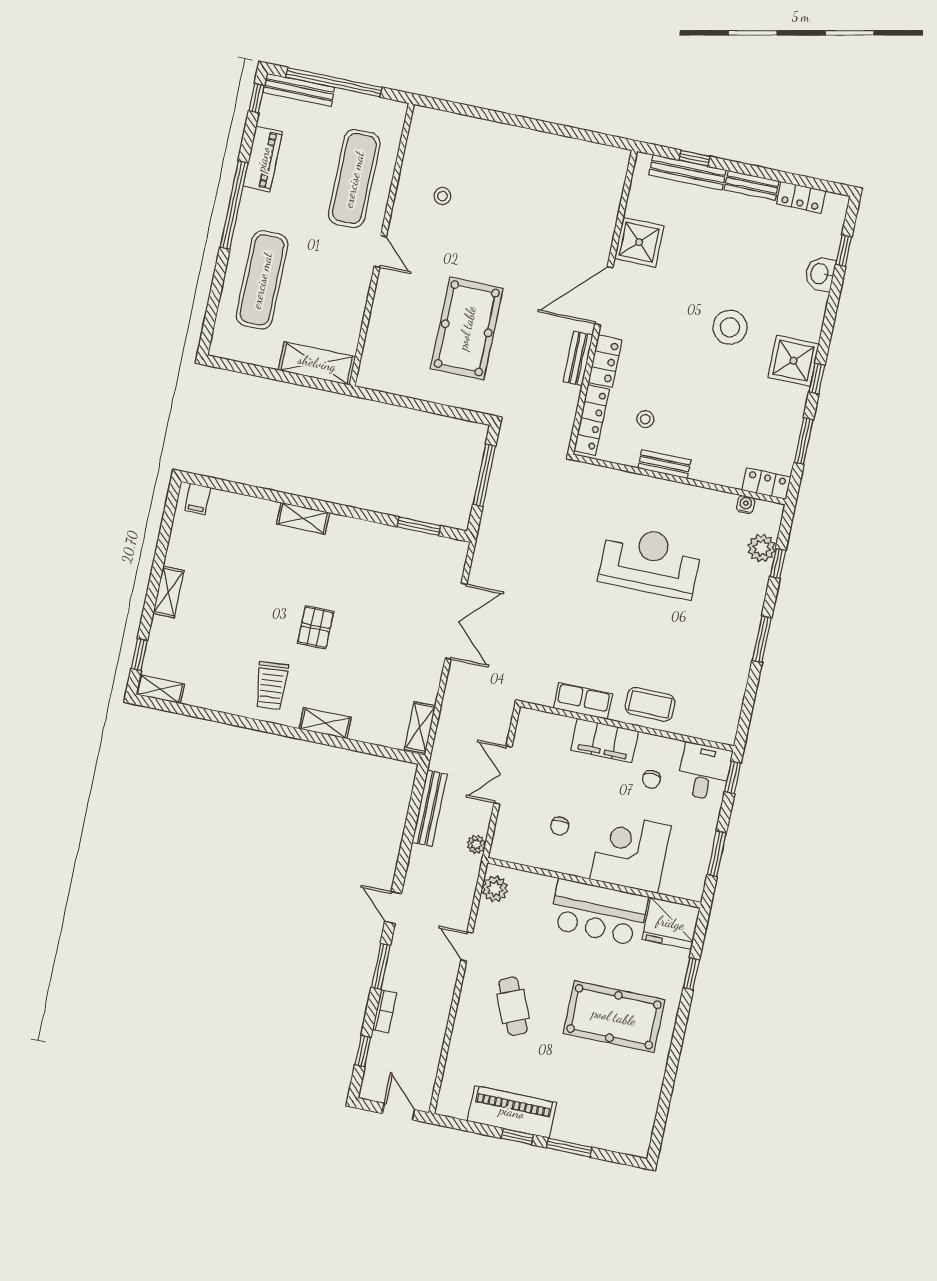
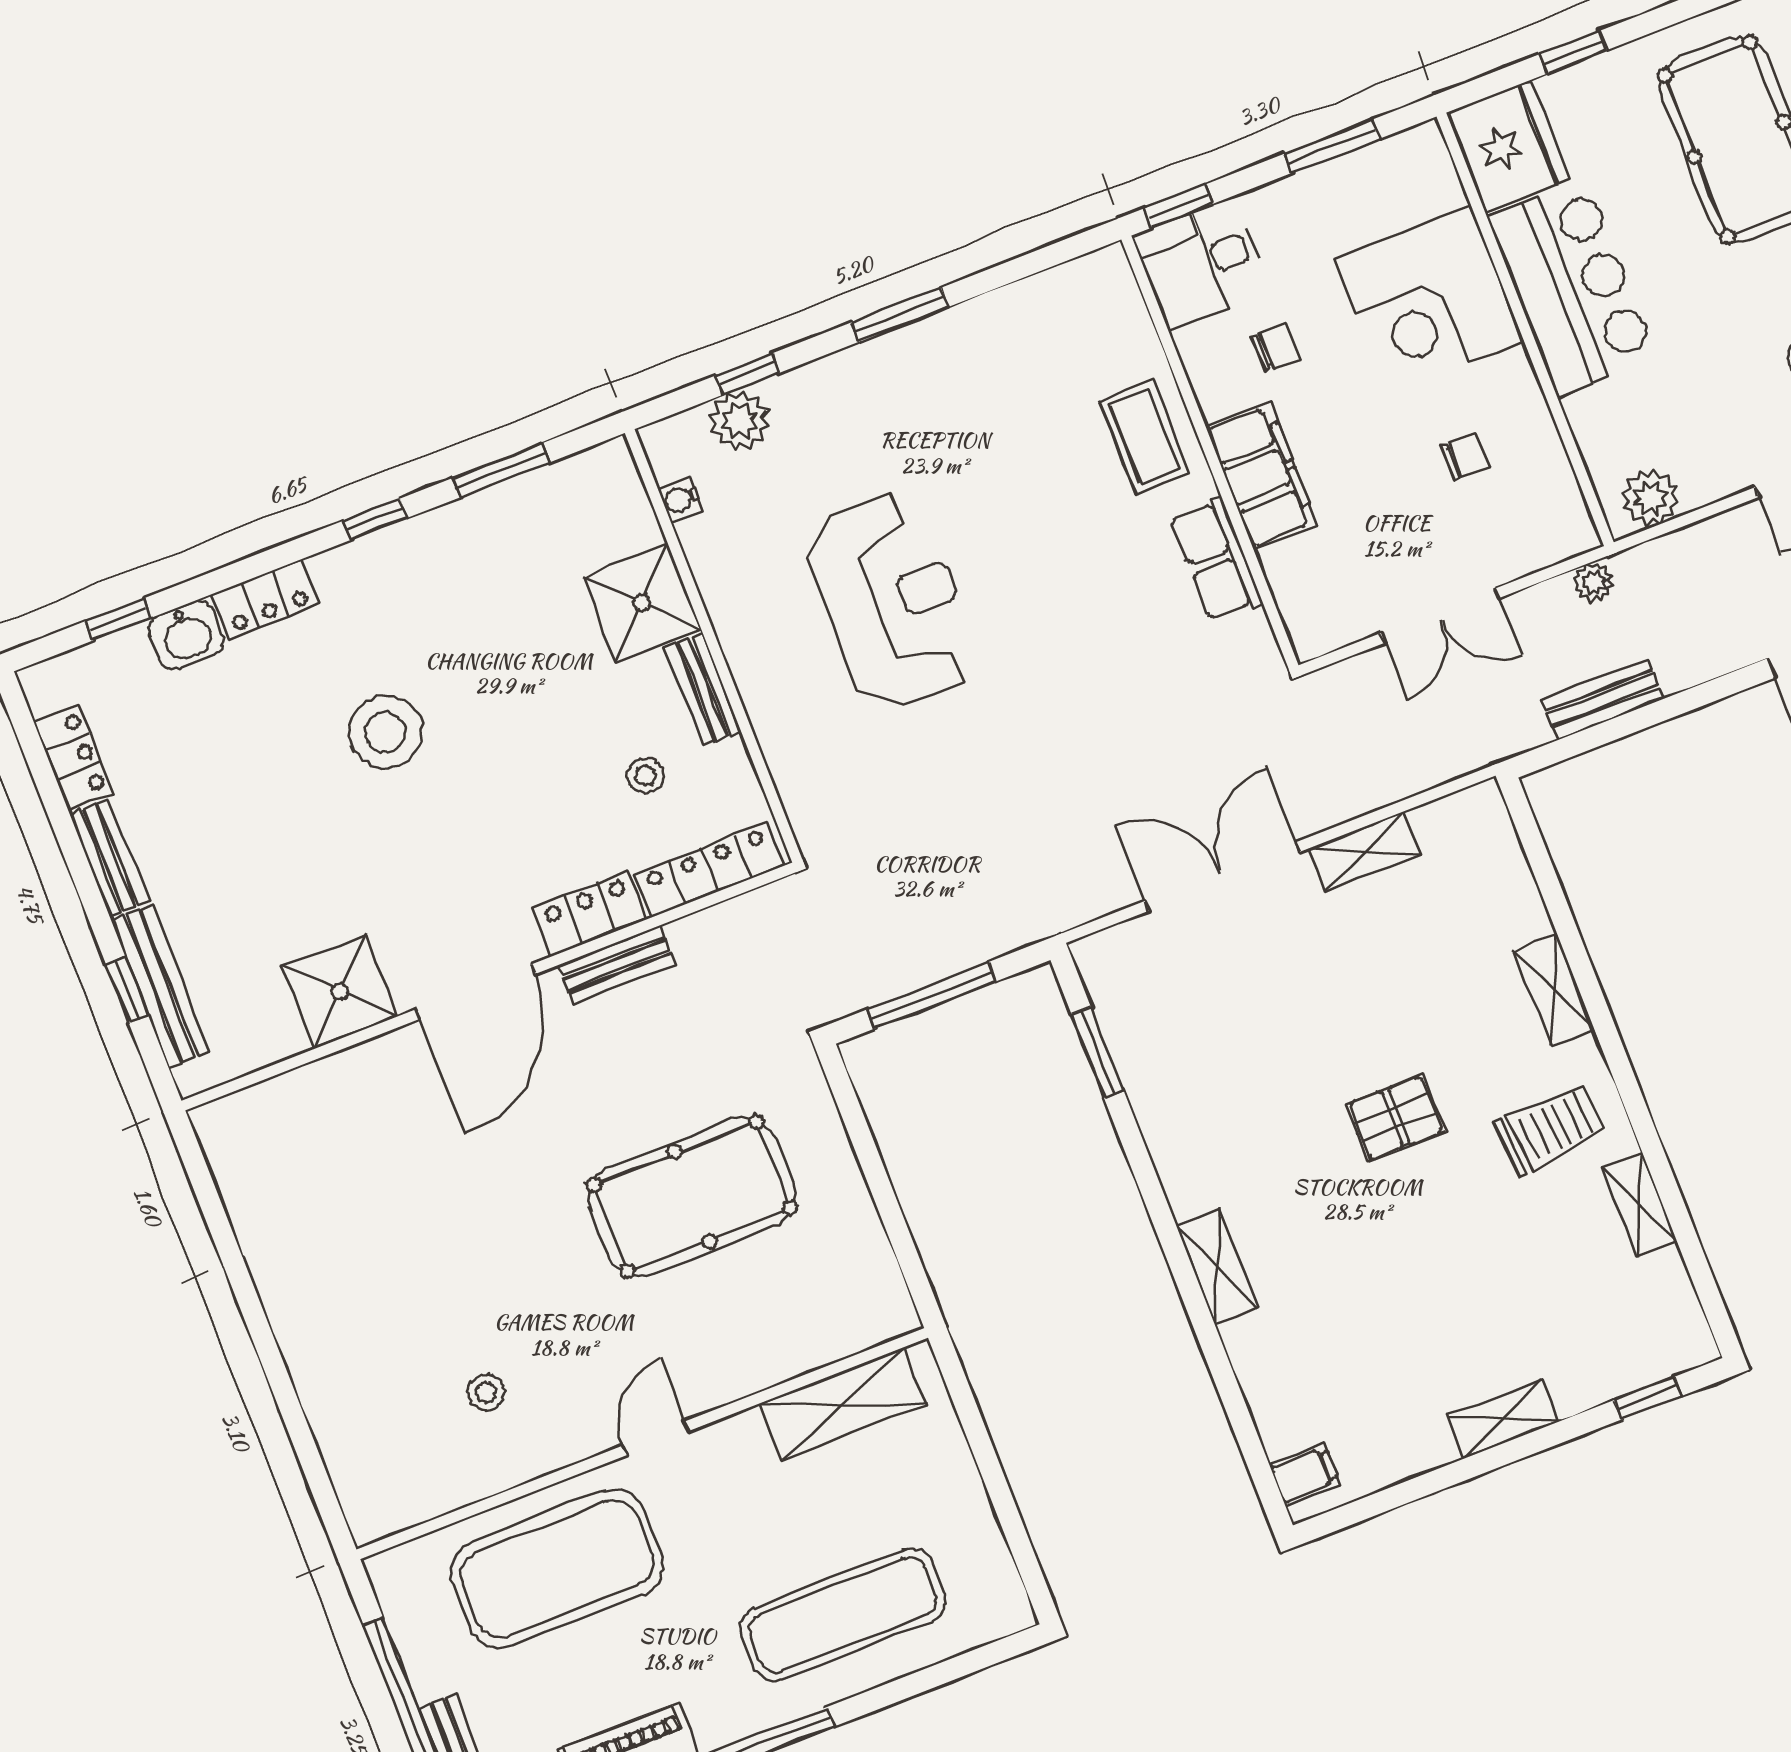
exercise mat: (354, 179) -> (557, 1569), width x1.47
door: (604, 296) -> (476, 992), hinge flipped
shower: (793, 361) -> (642, 603), moved
shelving: (317, 363) -> (843, 1404), moved, turned 90
locker: (766, 484) -> (265, 599), moved, turned -90
reception desk: (650, 562) -> (892, 602), turned 180
shelving: (160, 689) -> (1640, 1205), moved
shelving: (420, 728) -> (1364, 851), moved
bench: (430, 808) -> (1603, 699), width x0.73

